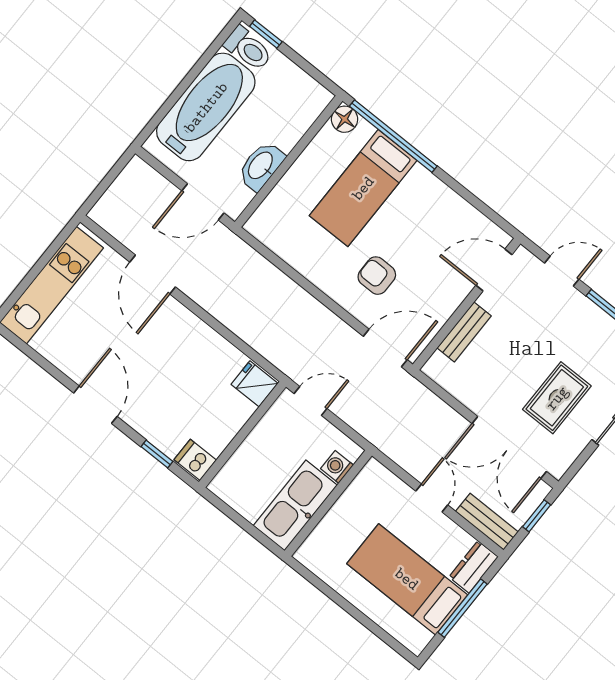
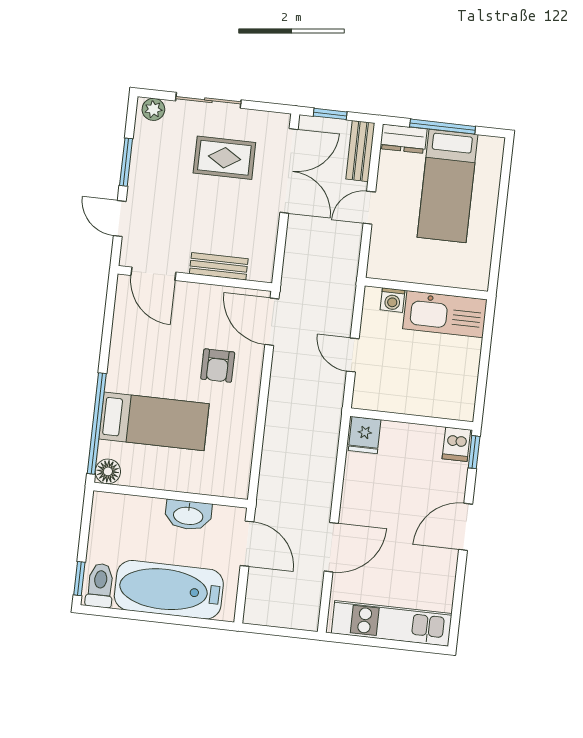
fridge: (255, 384) -> (365, 435), moved
wall: (242, 434) -> (412, 419), moved
dishwasher: (195, 460) -> (456, 444), moved

